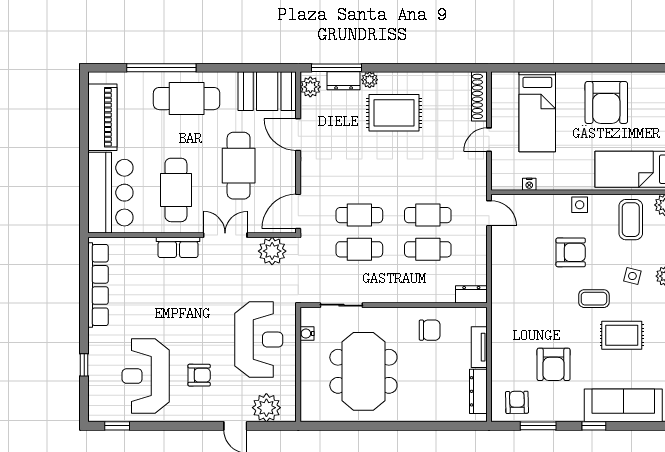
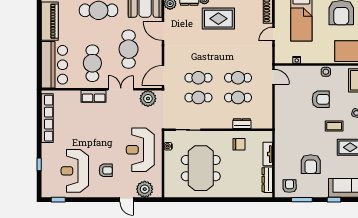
dresser: (471, 294) -> (242, 124), moved
reception desk: (259, 340) -> (140, 150), turned 180

